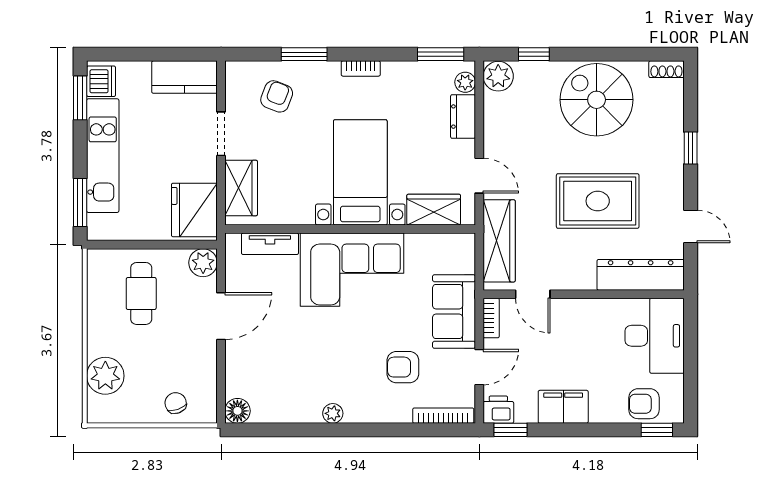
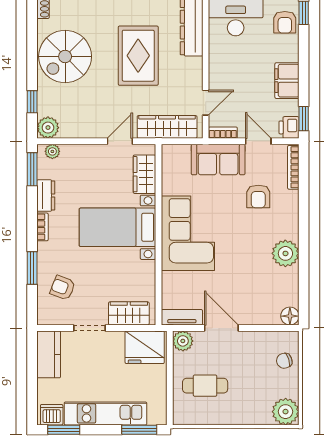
dresser: (463, 117) -> (46, 195), moved, turned -90
tv unit: (270, 244) -> (182, 317), moved, turned -90
plant: (105, 376) -> (286, 412), moved
plant: (333, 413) -> (285, 253), width x1.88, depth x1.88

